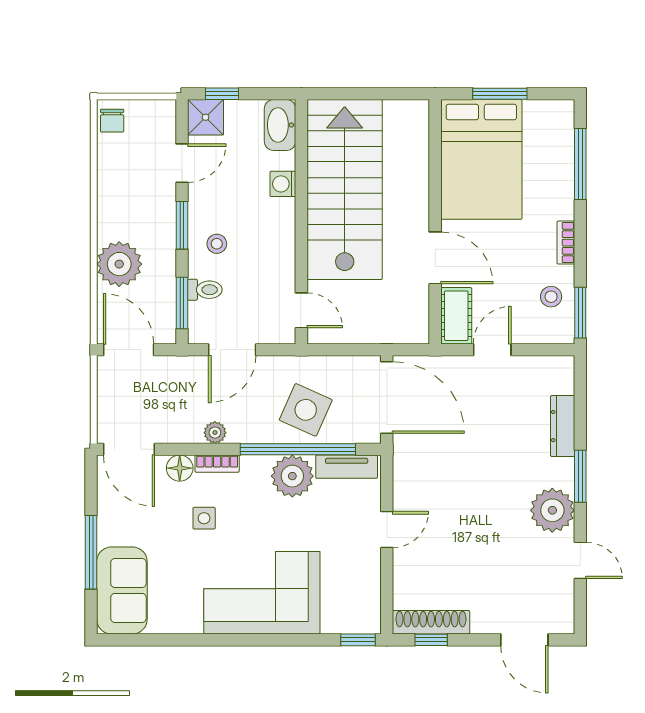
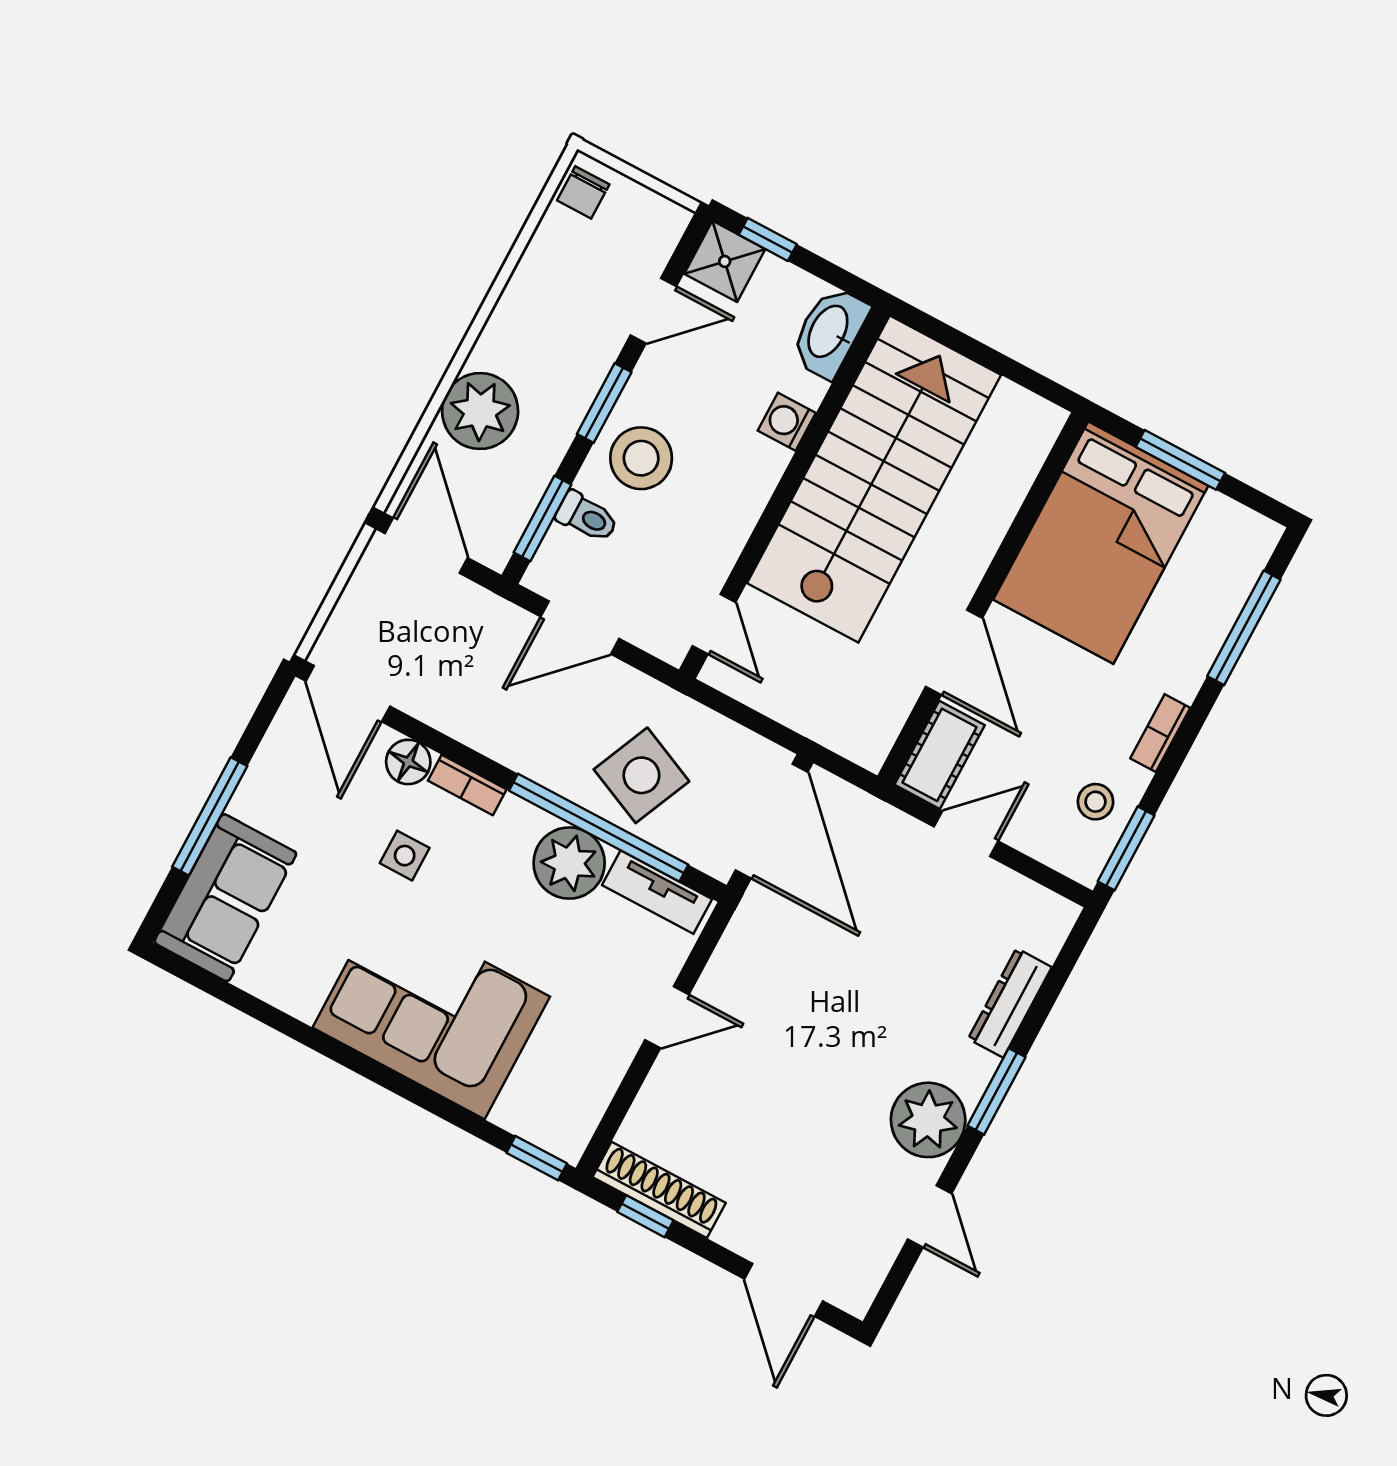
stool: (217, 244) -> (641, 458), width x1.89, depth x1.89
plant: (215, 433) -> (489, 737), removed

